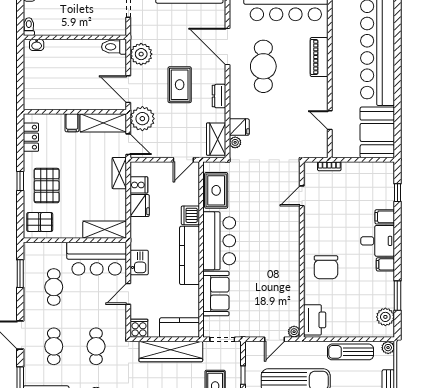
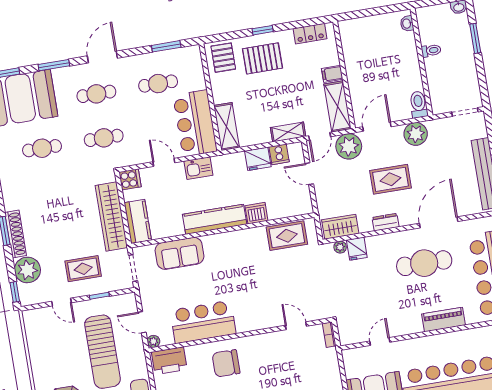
toilet: (29, 27) -> (431, 51), moved
door: (183, 160) -> (309, 174), moved
bookcase: (329, 166) -> (329, 335), moved
bar counter: (219, 241) -> (203, 322), moved, turned 180

